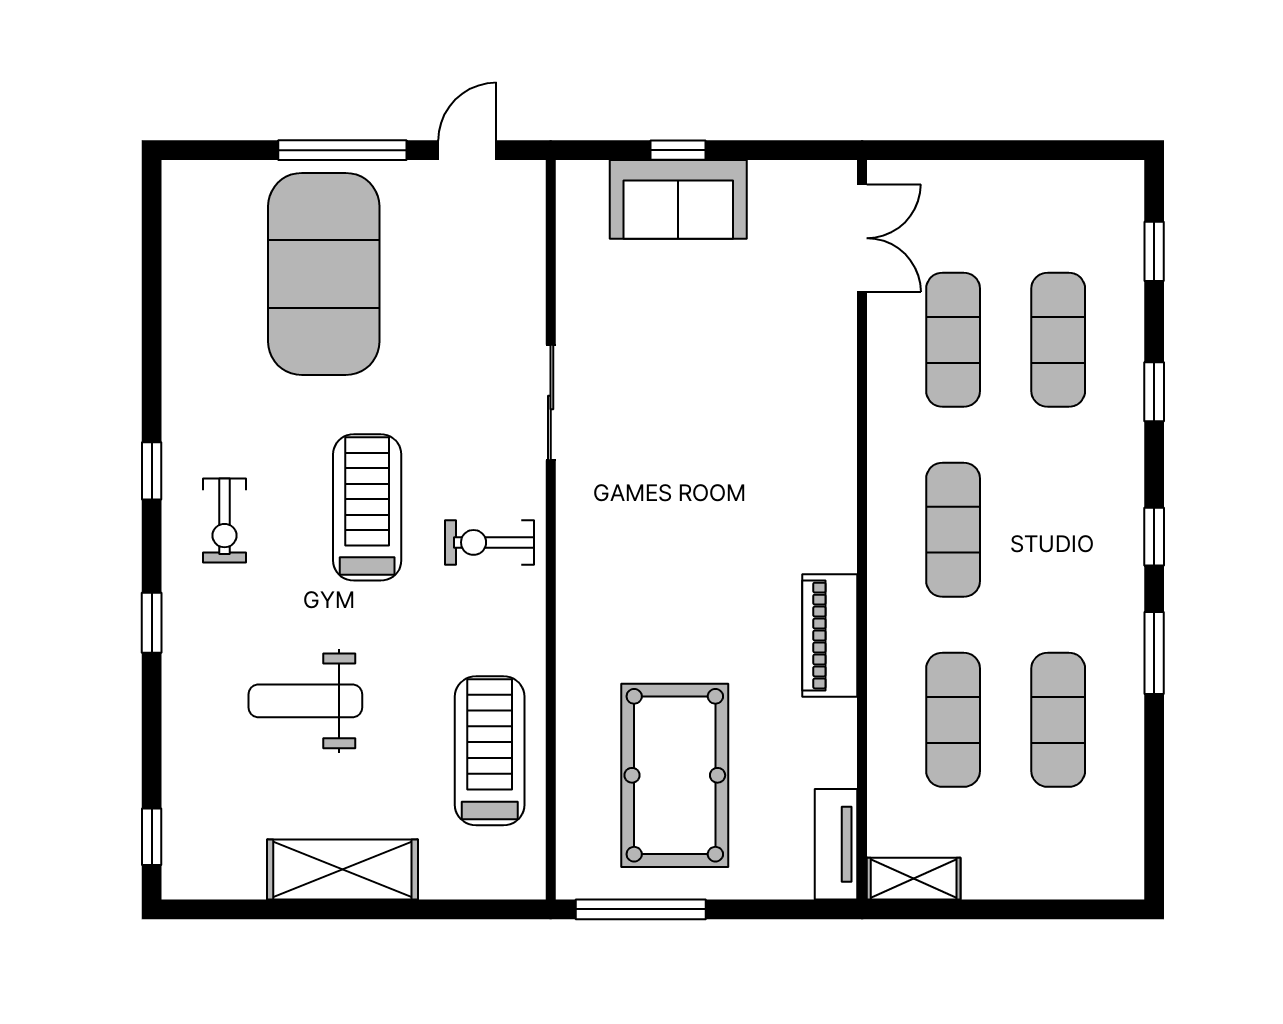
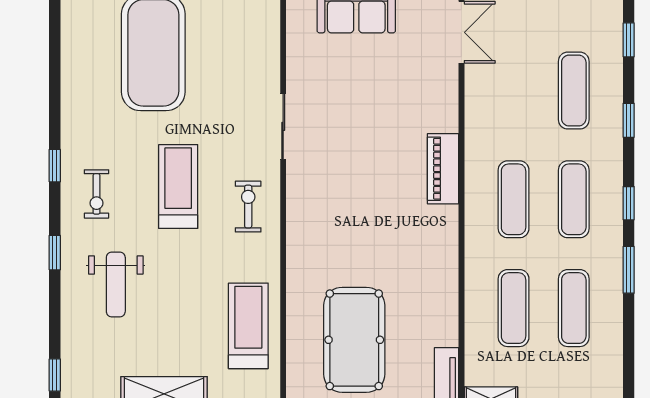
exercise mat: (953, 340) -> (574, 199), moved
exercise bike: (489, 542) -> (248, 207), turned 90
piano: (830, 636) -> (443, 169), moved
weight bench: (305, 701) -> (116, 284), moved, turned -90

